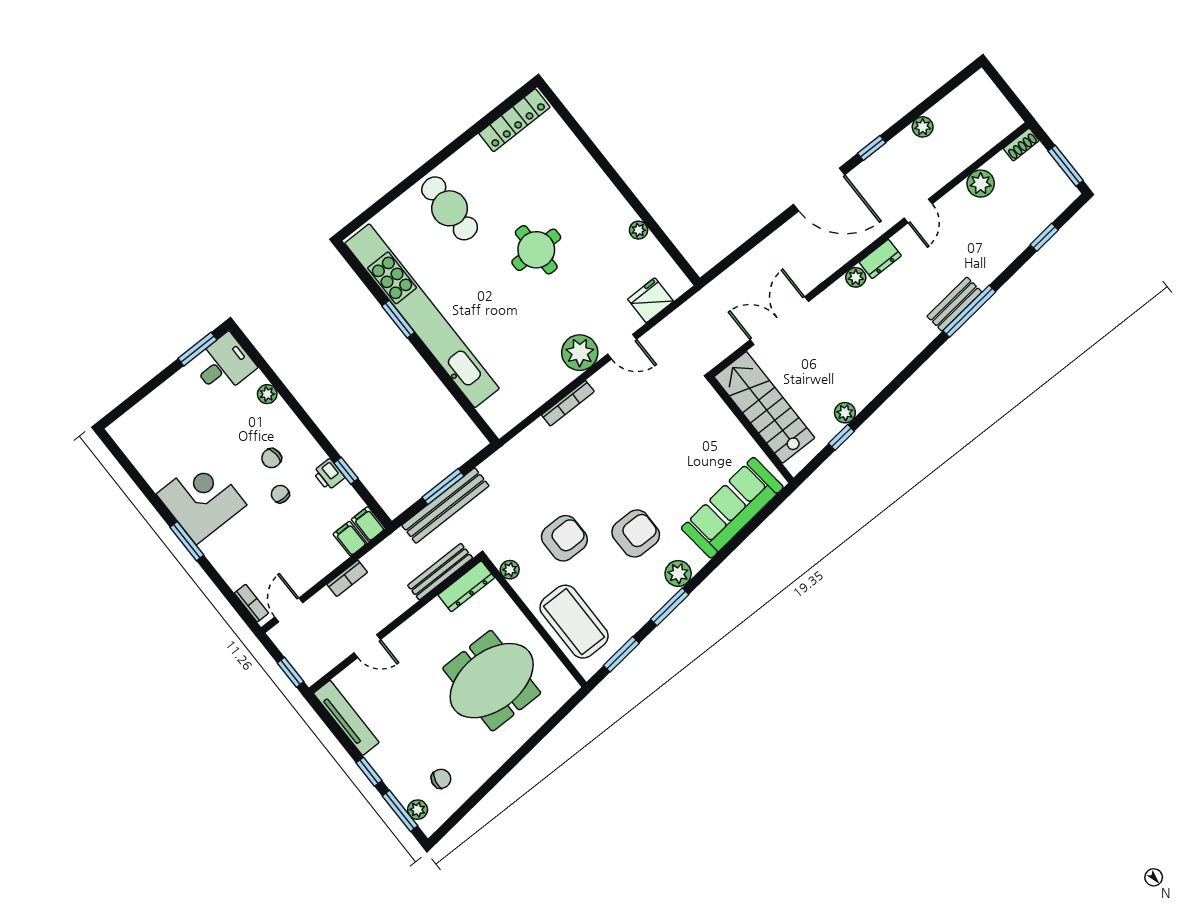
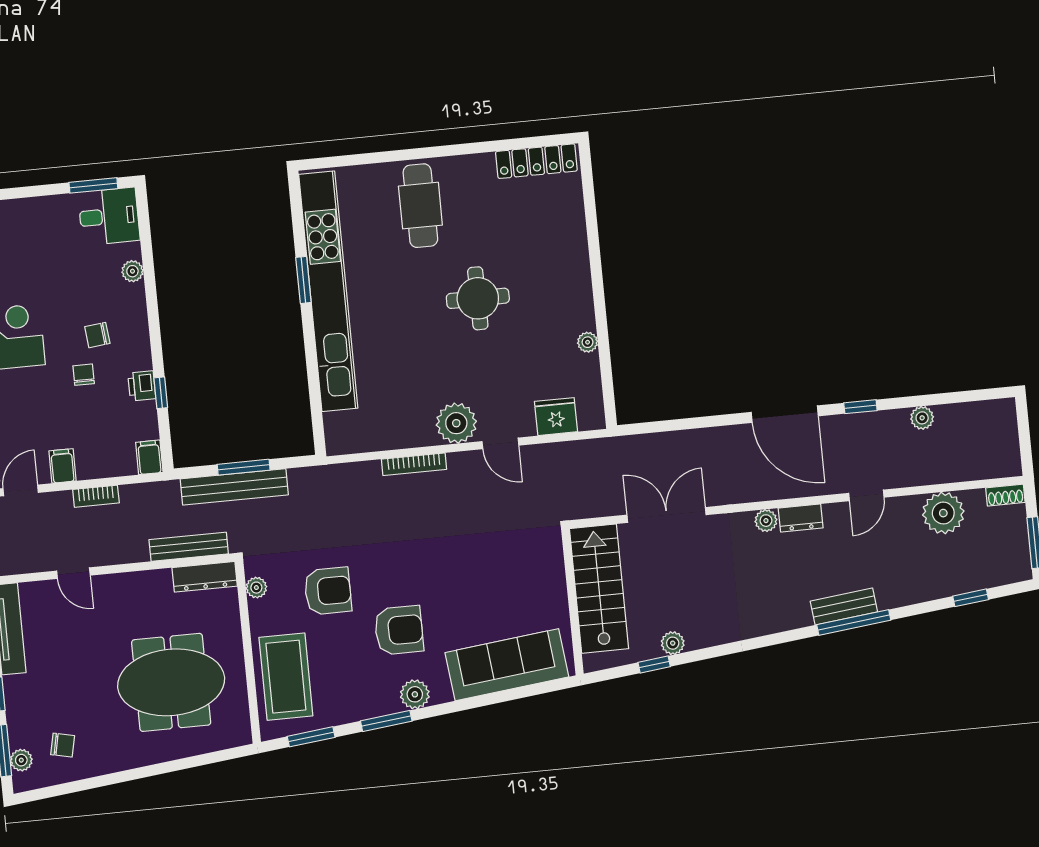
plant: (981, 184) -> (943, 513), width x1.36, depth x1.36
filing cabinet: (350, 539) -> (62, 466), moved

